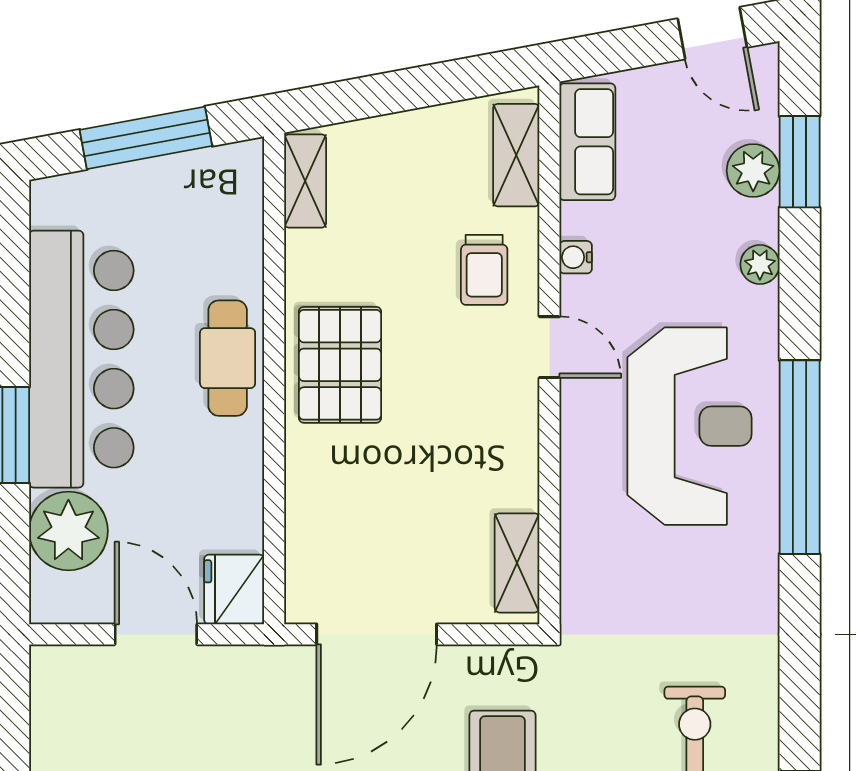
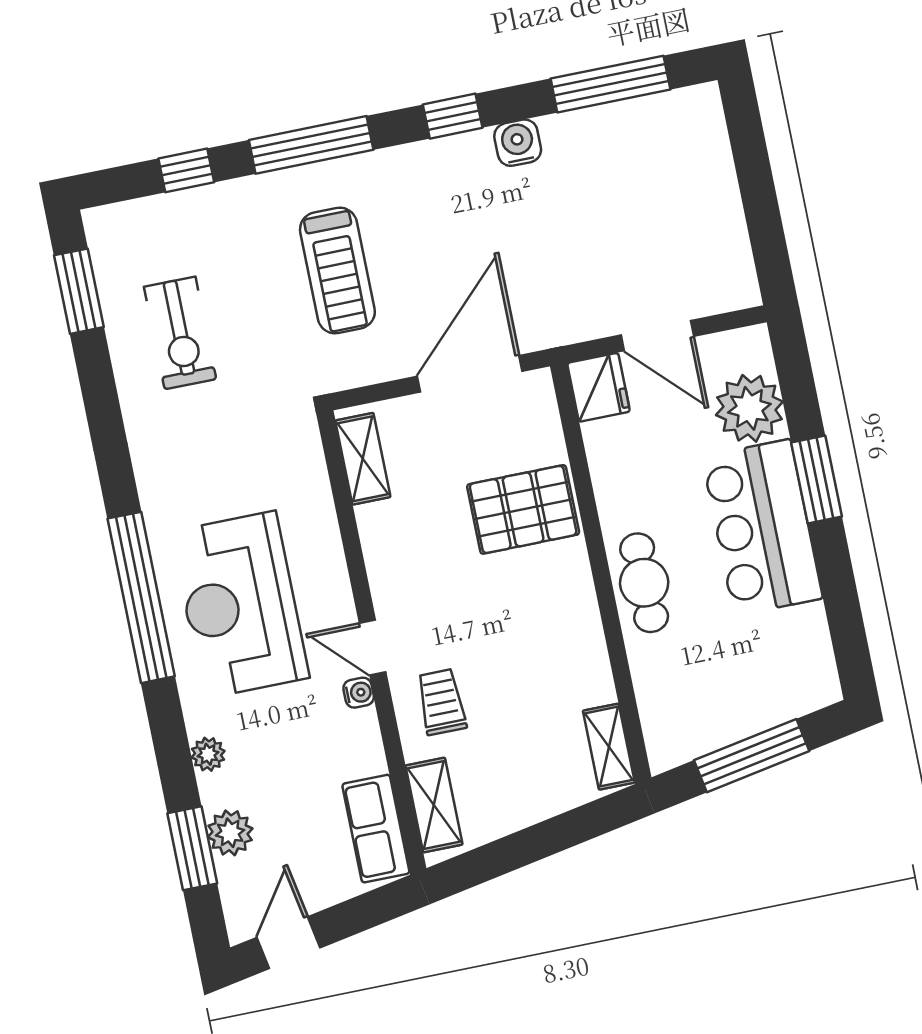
door: (712, 33) -> (288, 943), hinge flipped
water cooler: (576, 257) -> (359, 693), moved
bar counter: (81, 359) -> (762, 527), width x0.73
pallet: (340, 365) -> (523, 509), moved, turned 90

